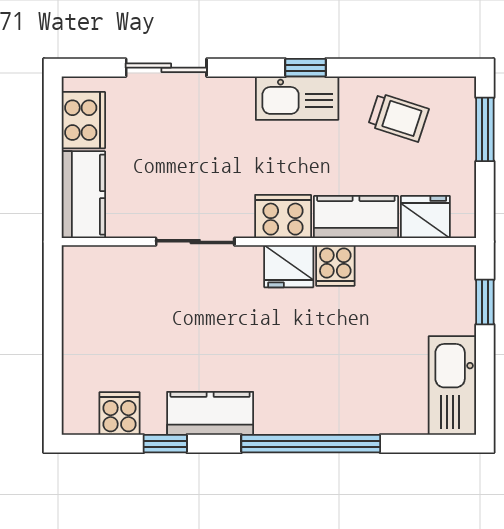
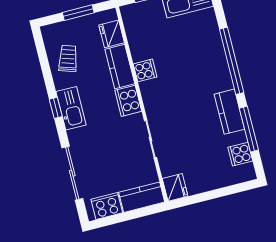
sliding door: (166, 68) -> (72, 173), width x1.37
window: (485, 129) -> (78, 13), moved
fridge: (289, 266) -> (175, 187), moved
window: (165, 444) -> (249, 129), width x2.17

